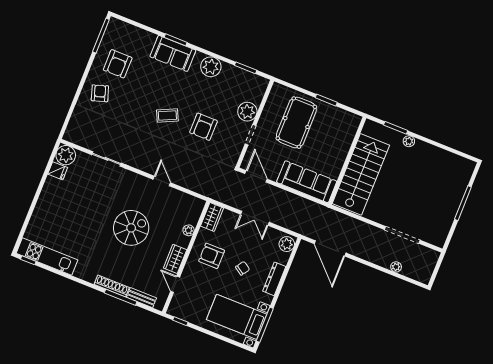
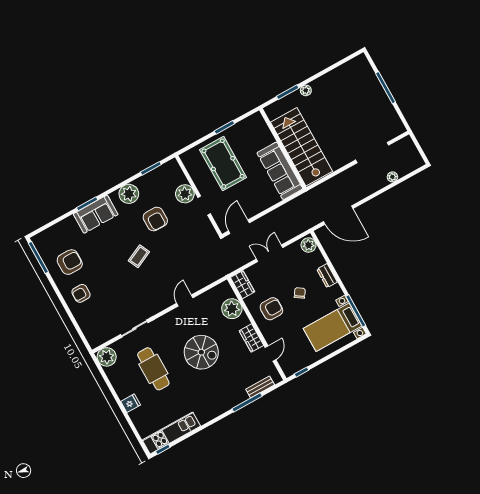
armchair: (118, 64) -> (70, 262), turned -90
armchair: (100, 93) -> (81, 293), turned -72
armchair: (203, 127) -> (155, 219), moved
fridge: (58, 171) -> (131, 403), moved
door: (256, 176) -> (239, 227), hinge flipped
door: (162, 181) -> (185, 300), hinge flipped
sofa: (307, 182) -> (280, 171), moved, turned -90
cafe table: (87, 200) -> (153, 369), added
double door: (255, 218) -> (270, 253), swing flipped
spiral stairs: (131, 228) -> (201, 352), turned 90
plant: (189, 230) -> (232, 309), width x1.88, depth x1.88
armchair: (212, 256) -> (271, 309), turned 180
dresser: (274, 279) -> (327, 276), width x0.70
door: (175, 284) -> (271, 354), swing flipped
shoe rack: (112, 286) -> (233, 402), removed

